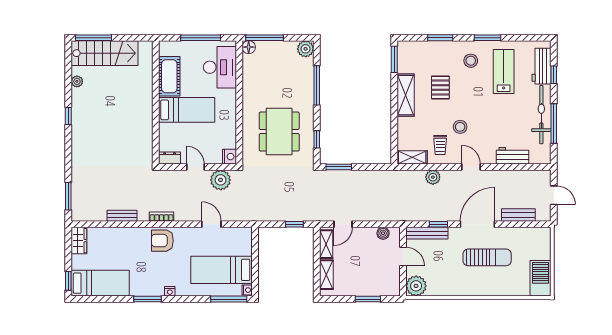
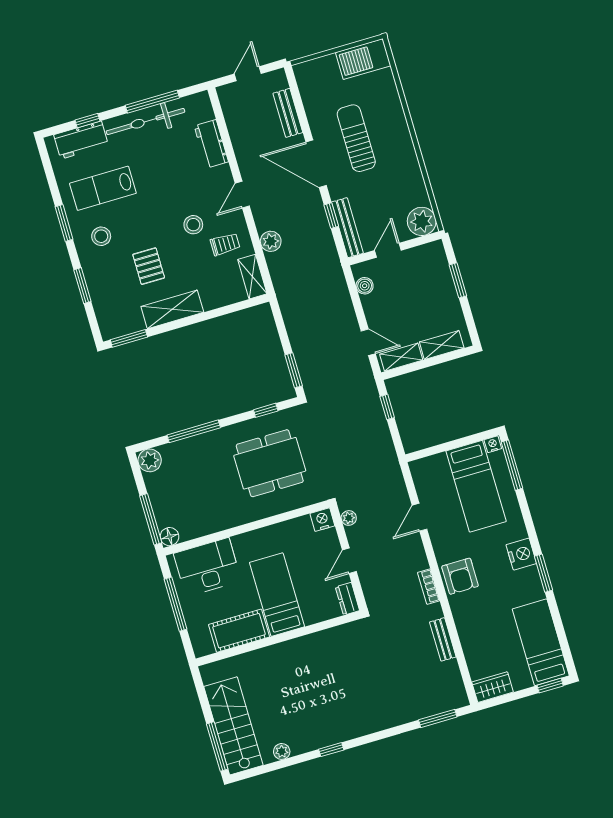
pallet: (440, 88) -> (149, 266), turned 90
plant: (221, 180) -> (349, 518), width x0.53, depth x0.53
nightstand: (170, 291) -> (521, 554), width x1.89, depth x1.79

